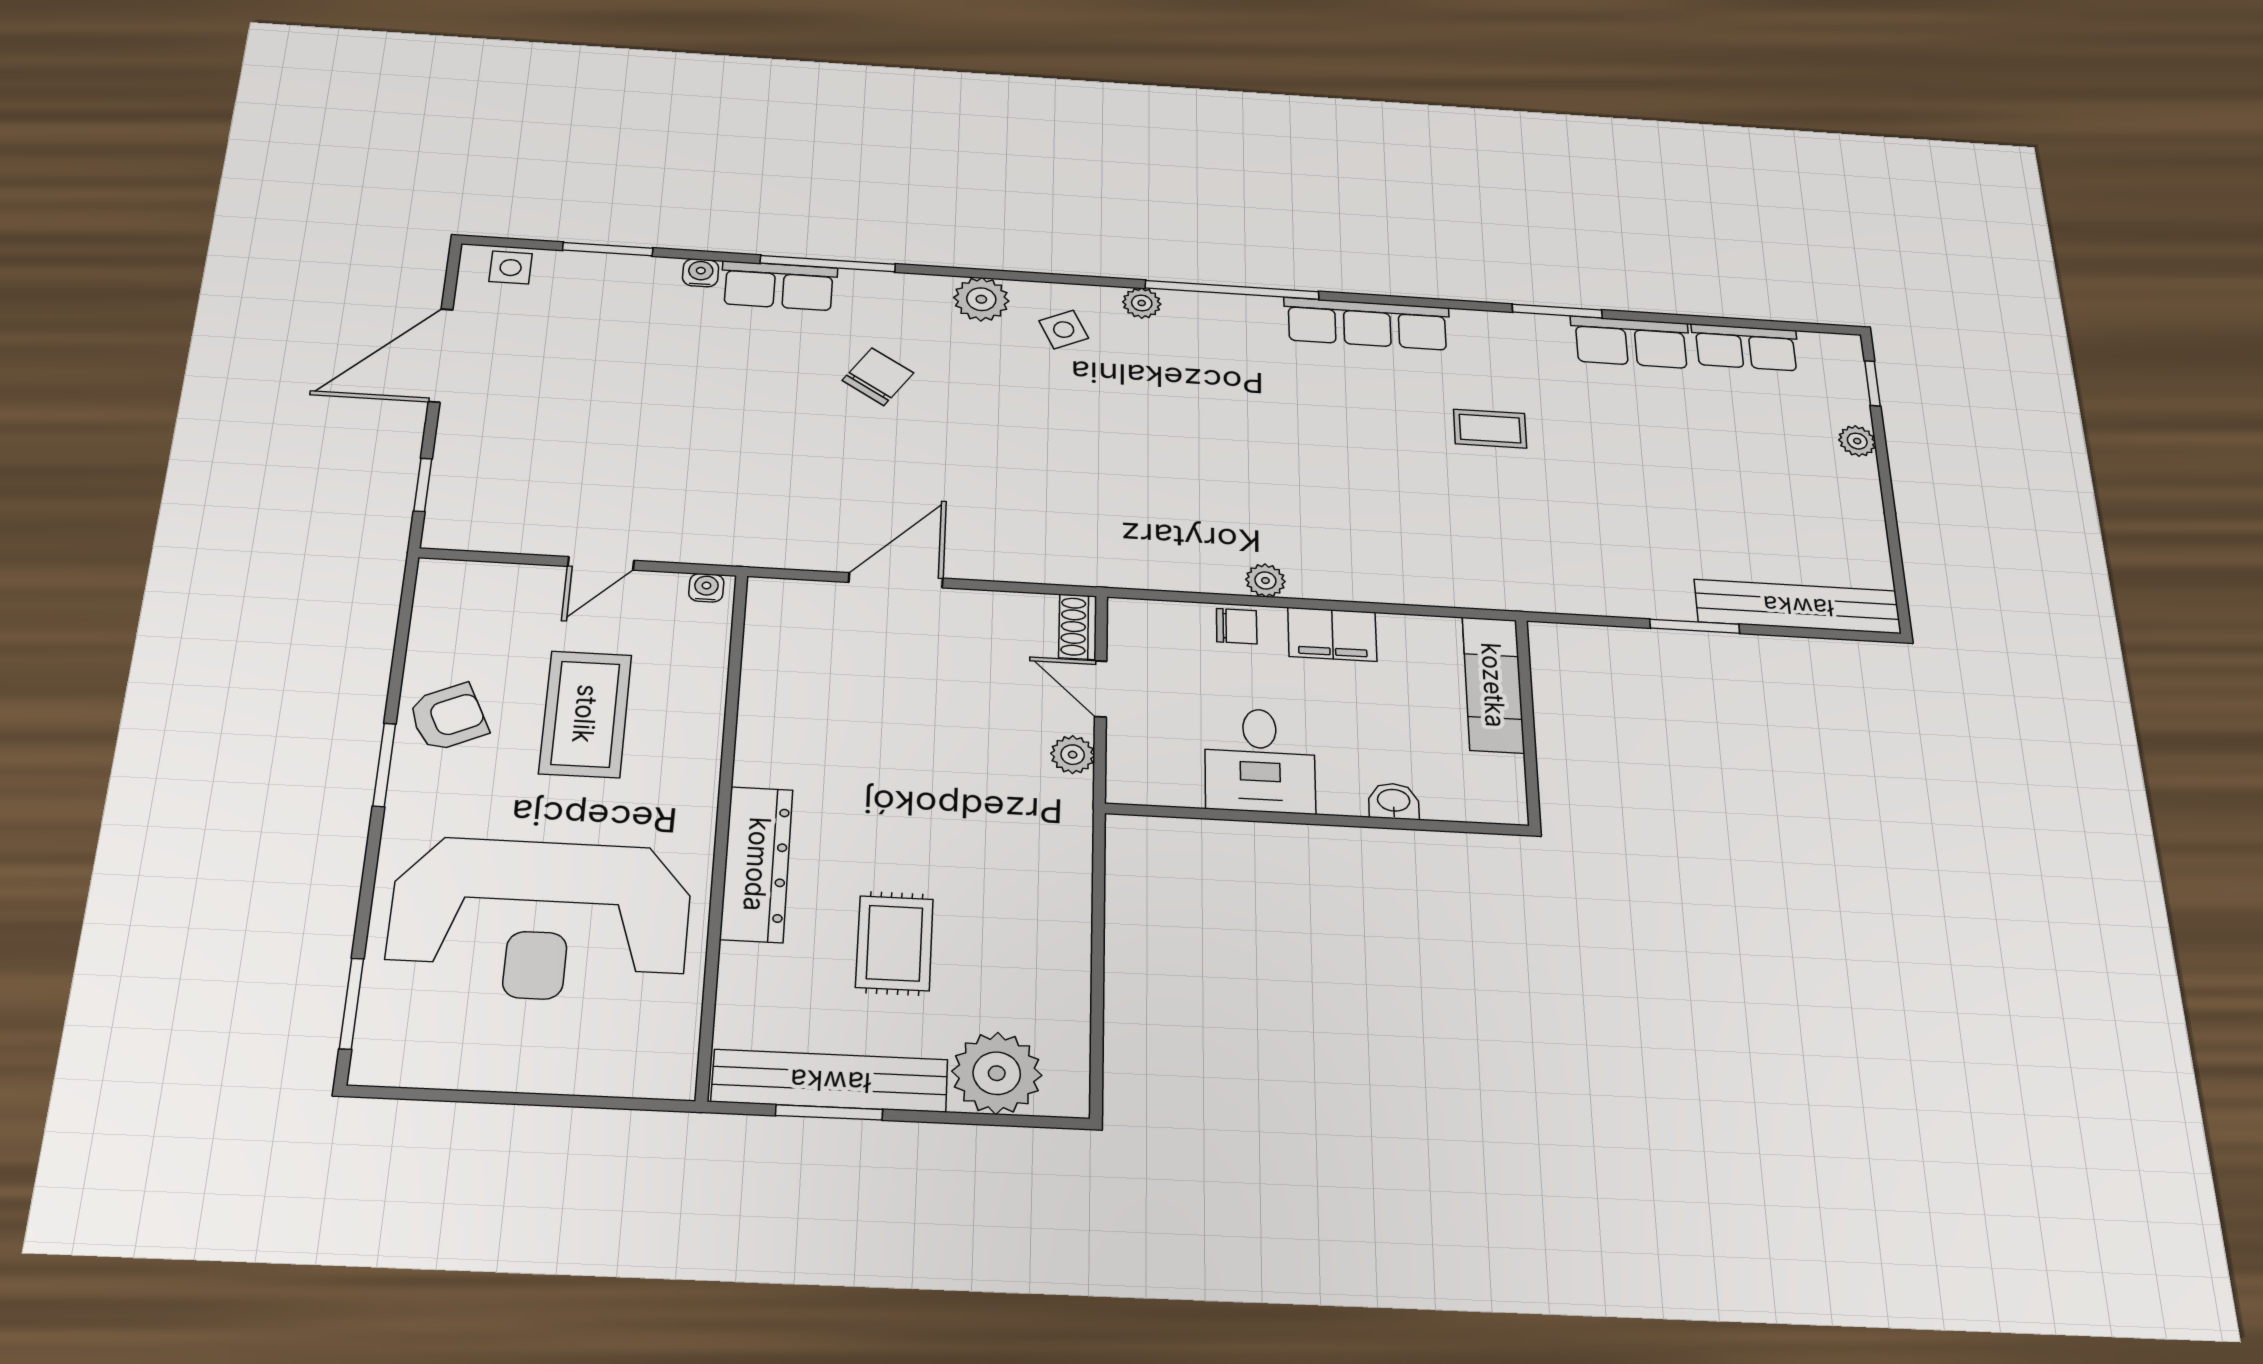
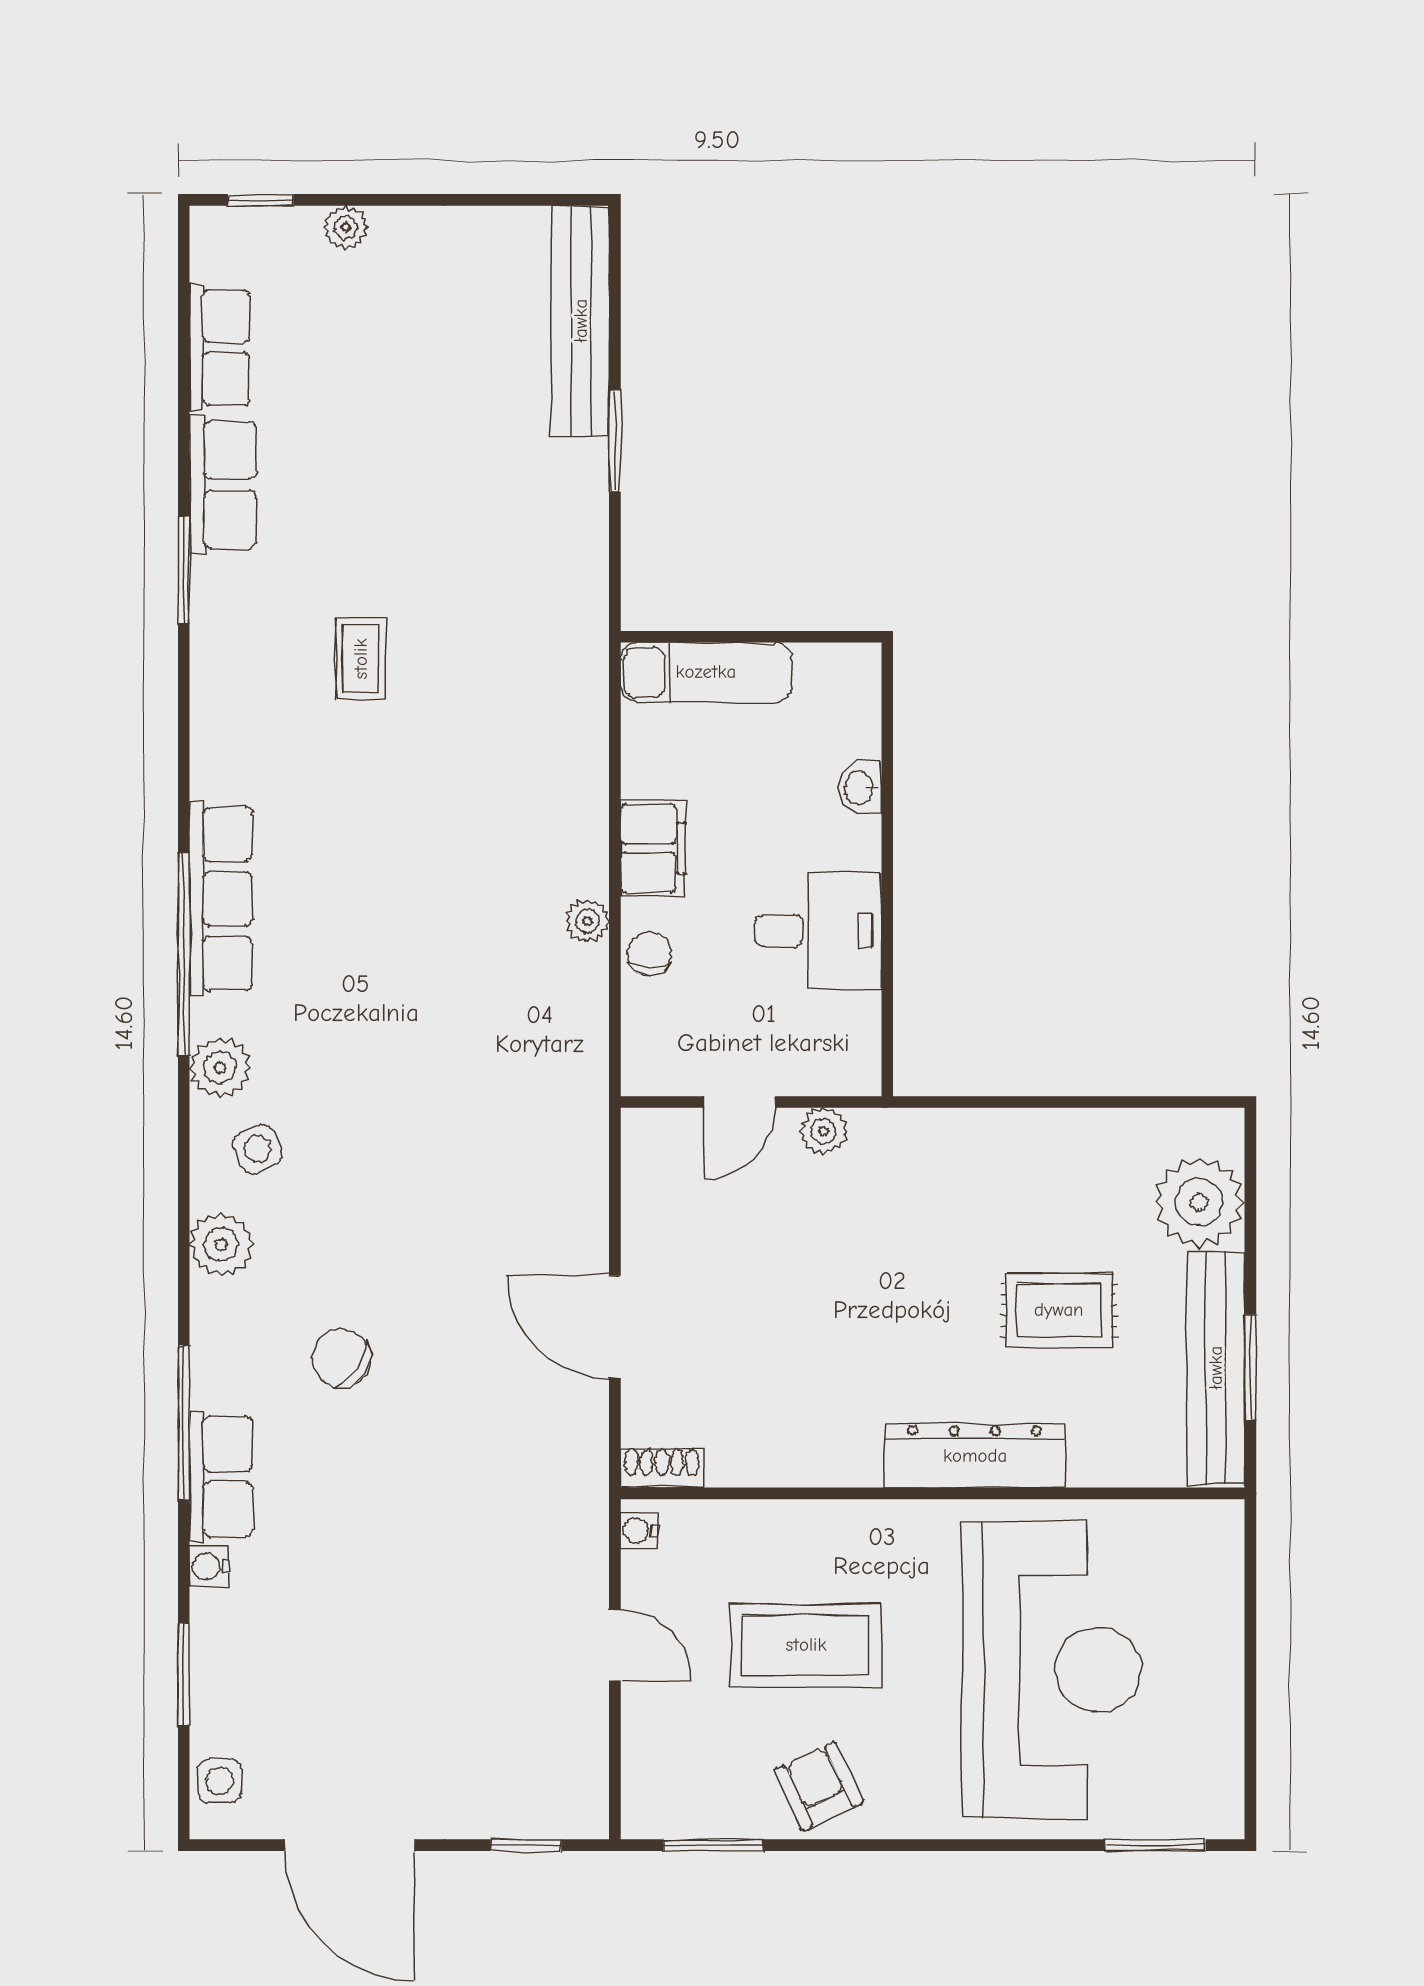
plant: (1142, 303) -> (220, 1068), width x1.38, depth x1.38
row of seats: (1367, 324) -> (221, 899), moved
shoe rack: (1078, 627) -> (662, 1468), moved, turned 180
window: (384, 765) -> (713, 1845), moved

